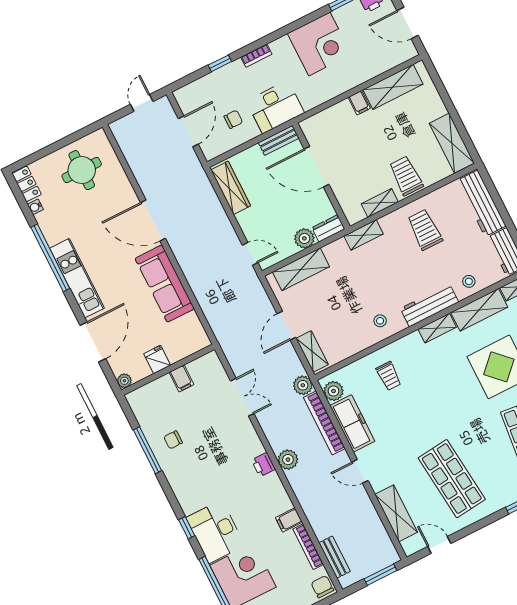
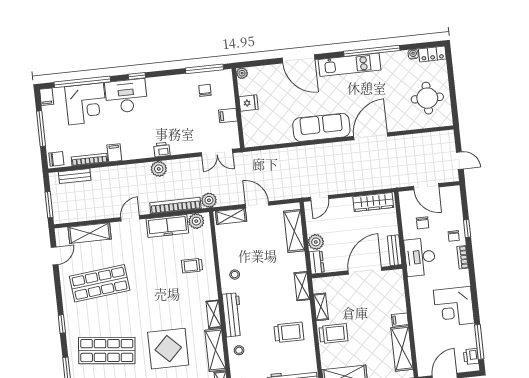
chair: (235, 76) -> (454, 236), added
fridge: (157, 359) -> (249, 103), moved
wall: (168, 370) -> (238, 108), moved
filing cabinet: (181, 378) -> (228, 116), moved
plant: (124, 381) -> (242, 73), moved

